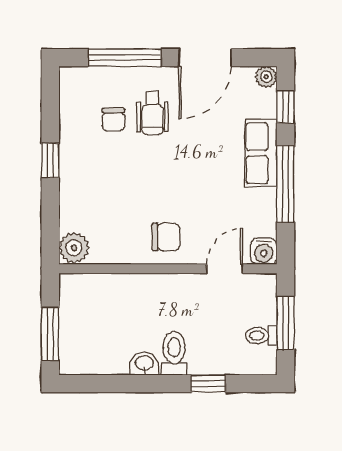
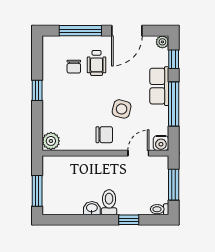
side table: (196, 193) -> (122, 109), added
toilet: (261, 335) -> (160, 209), moved

